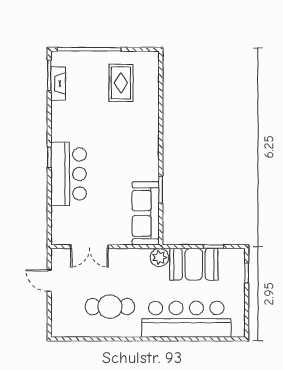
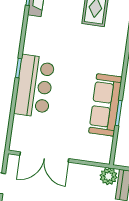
sofa: (146, 213) -> (105, 105), moved
double door: (89, 247) -> (44, 157), width x1.37

